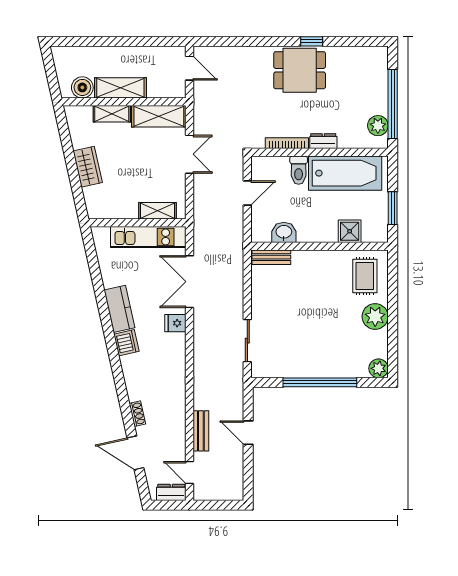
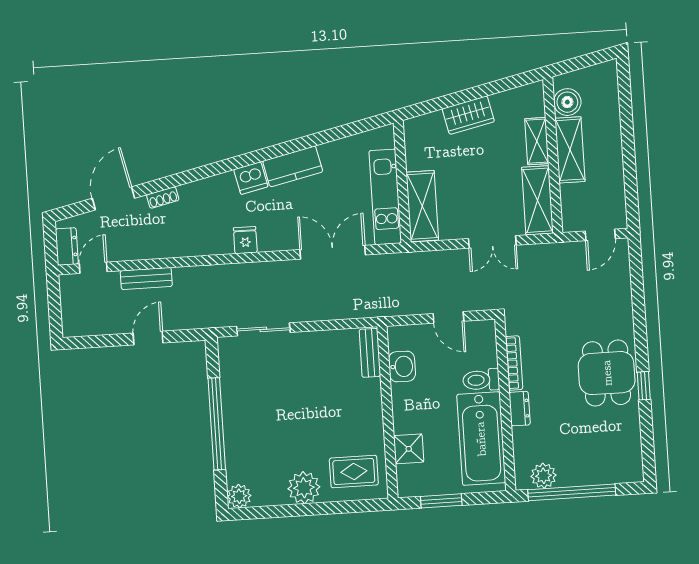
shelving: (158, 211) -> (422, 206), width x1.50, depth x1.33
fridge: (175, 323) -> (245, 240), moved

